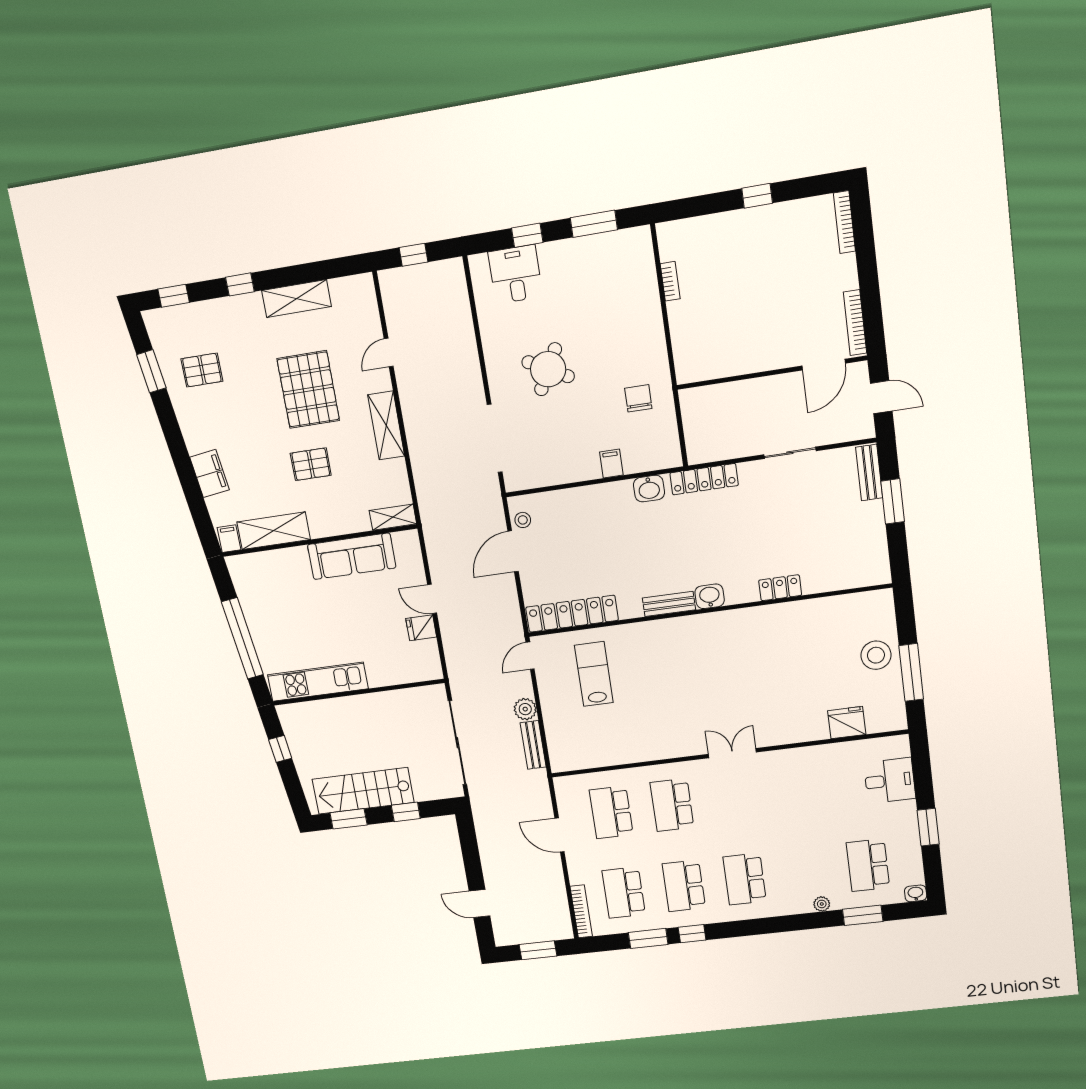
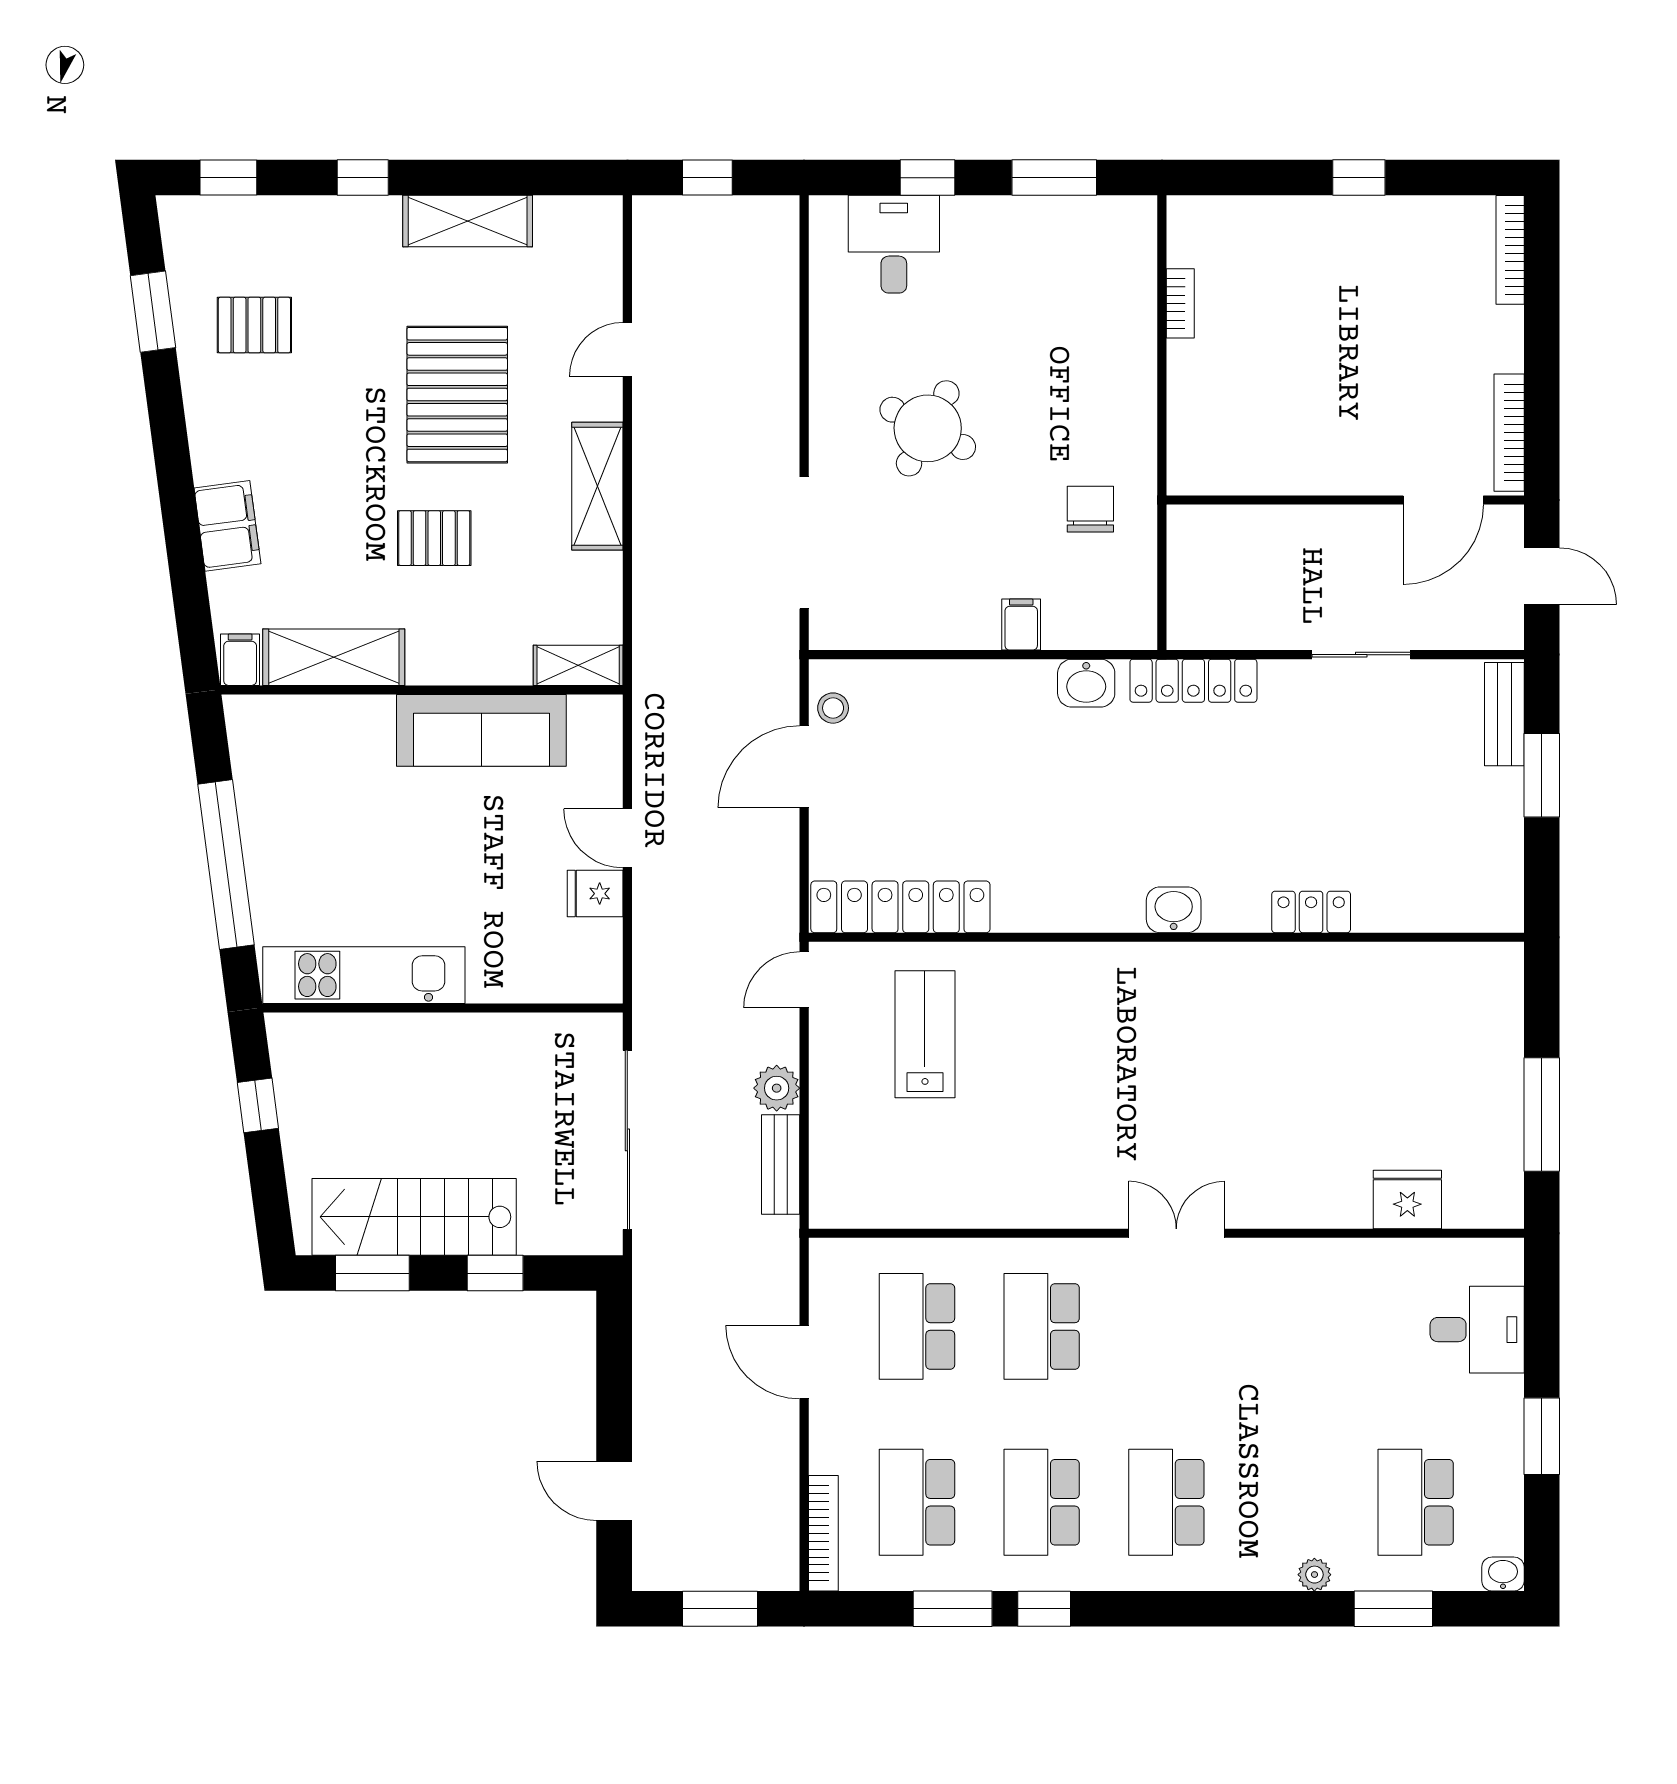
bench: (669, 604) -> (1093, 914), removed
stool: (876, 655) -> (1478, 1071), removed

